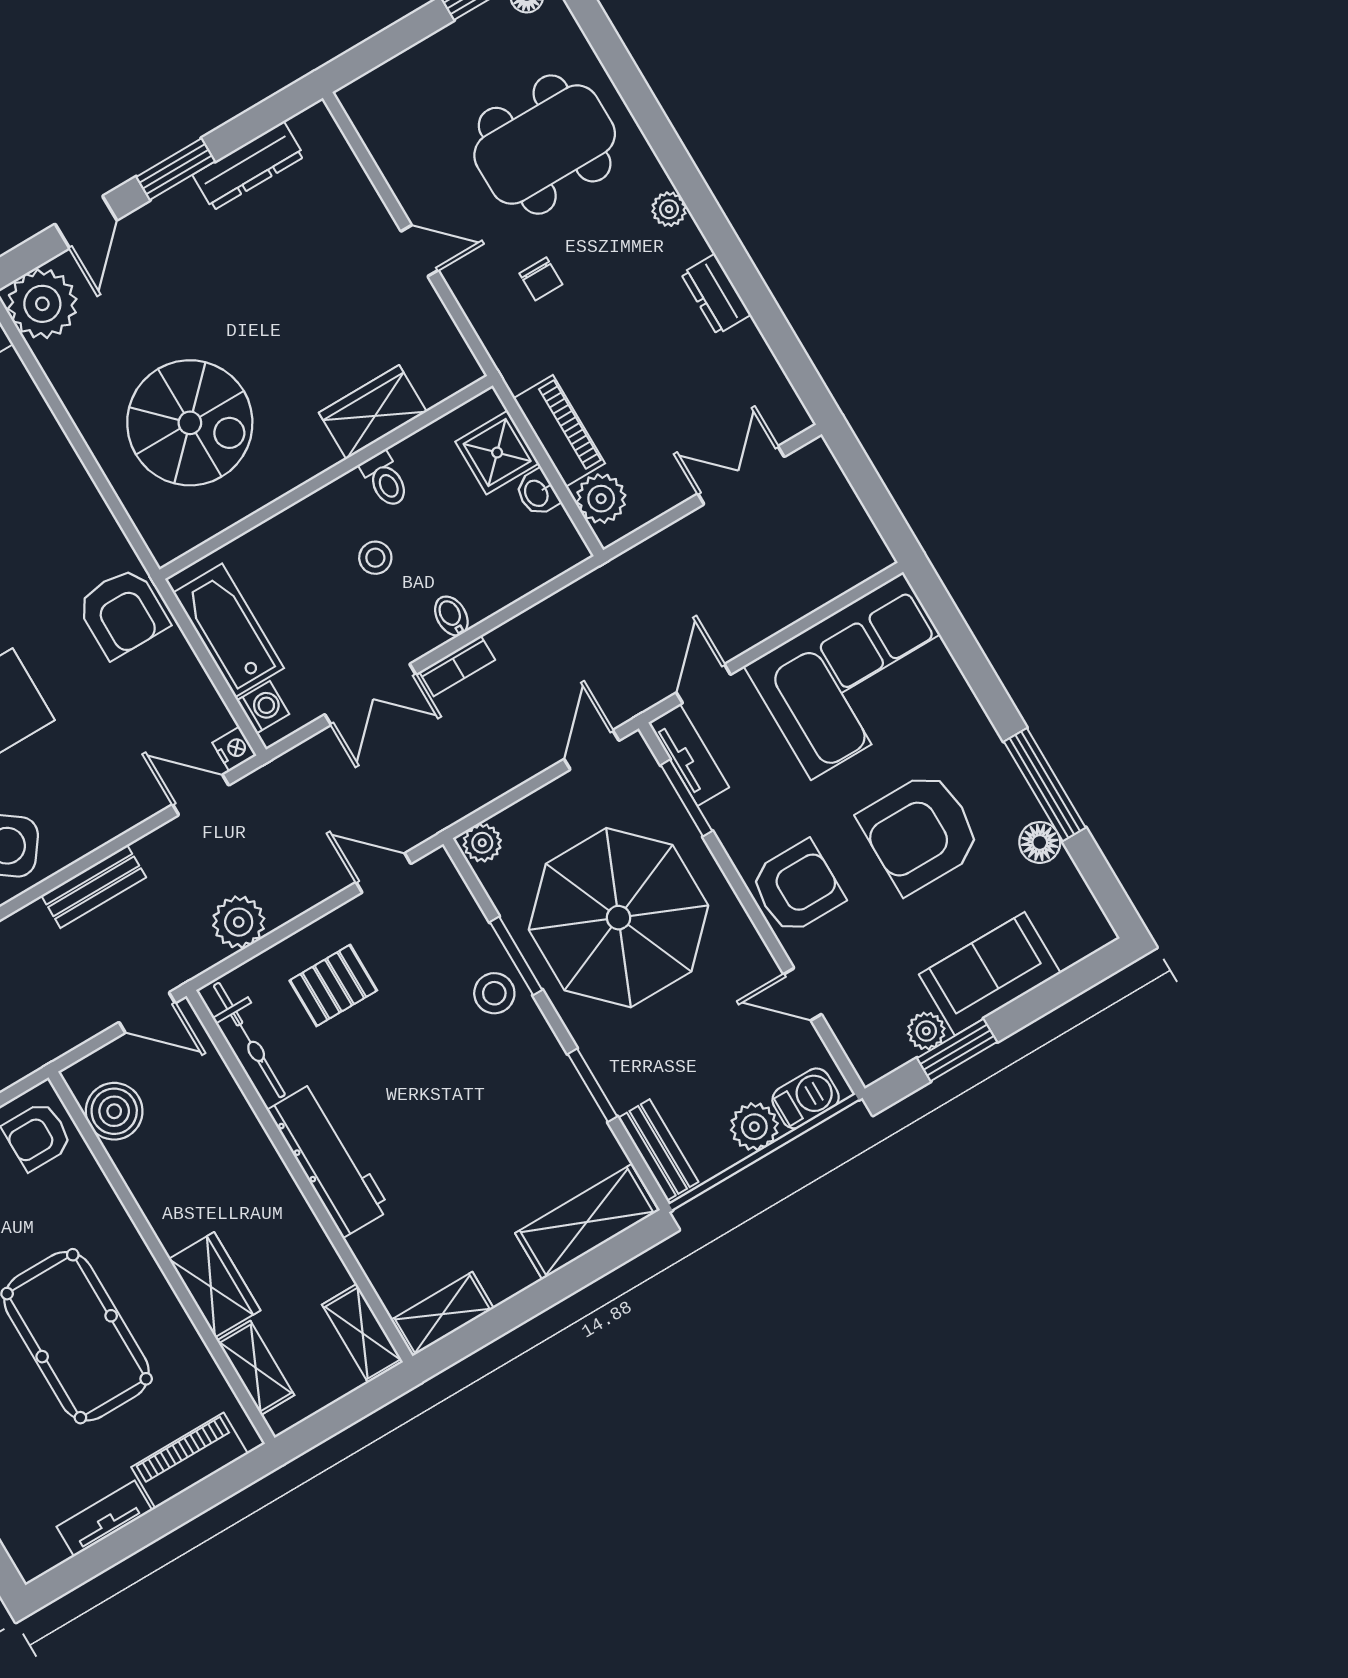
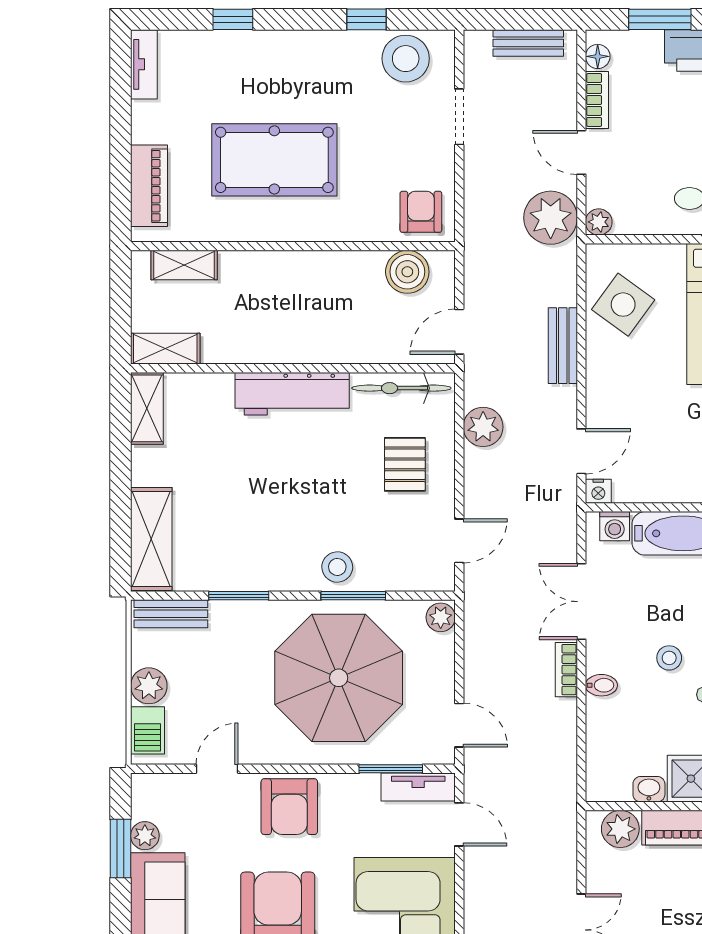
wardrobe: (215, 1285) -> (255, 270), removed
tv unit: (104, 1519) -> (144, 64), moved

